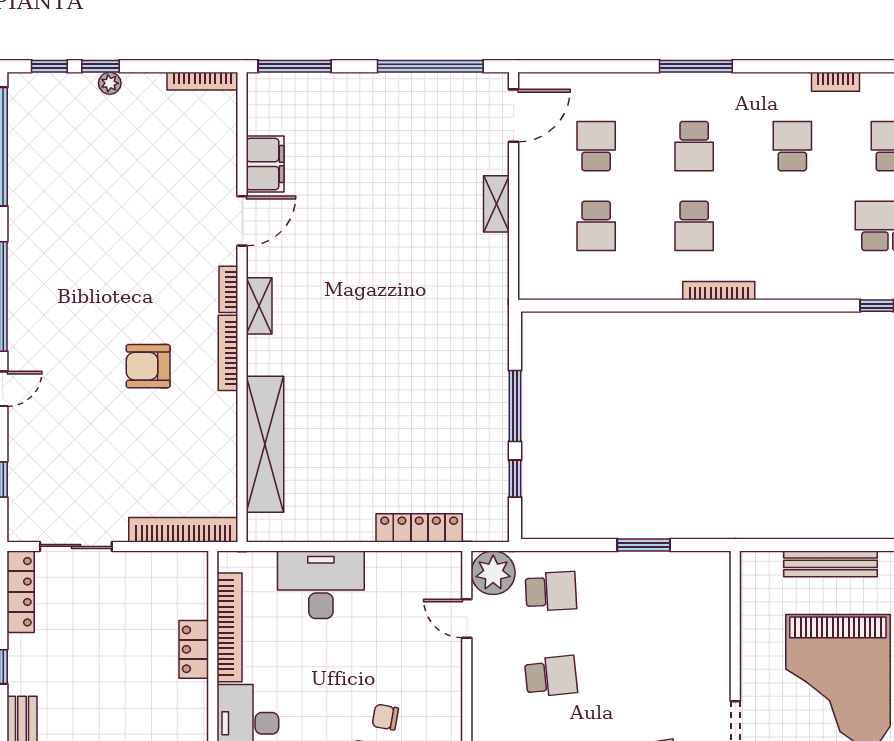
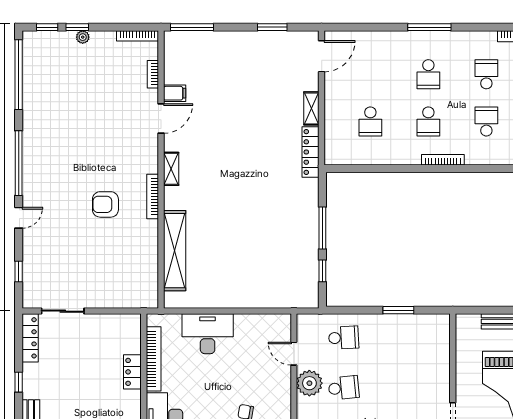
window: (430, 66) -> (272, 27), width x0.47
school desk: (596, 146) -> (486, 121), moved
filing cabinet: (265, 164) -> (175, 93), width x0.50
bookcase: (228, 289) -> (153, 74), moved
locker: (419, 528) -> (310, 152), moved, turned -90
bookcase: (183, 530) -> (126, 301), removed
plant: (493, 573) -> (309, 383), moved

